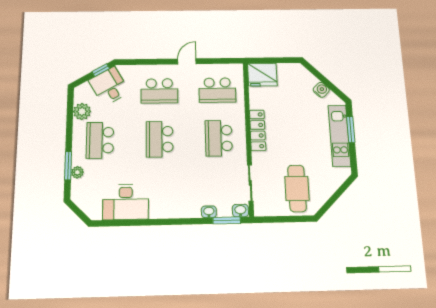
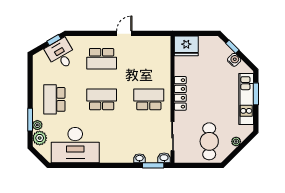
window: (318, 75) -> (232, 47), added
school desk: (217, 90) -> (149, 59), removed
plant: (82, 111) -> (40, 138), moved
school desk: (219, 138) -> (149, 99), turned 90
school desk: (160, 139) -> (102, 99), turned 90
plant: (331, 188) -> (236, 141), added
desk: (126, 202) -> (75, 145), width x1.36, depth x1.30

